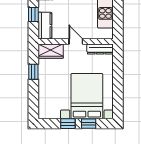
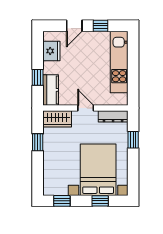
window: (118, 70) -> (133, 140), added
window: (68, 124) -> (62, 201), moved

